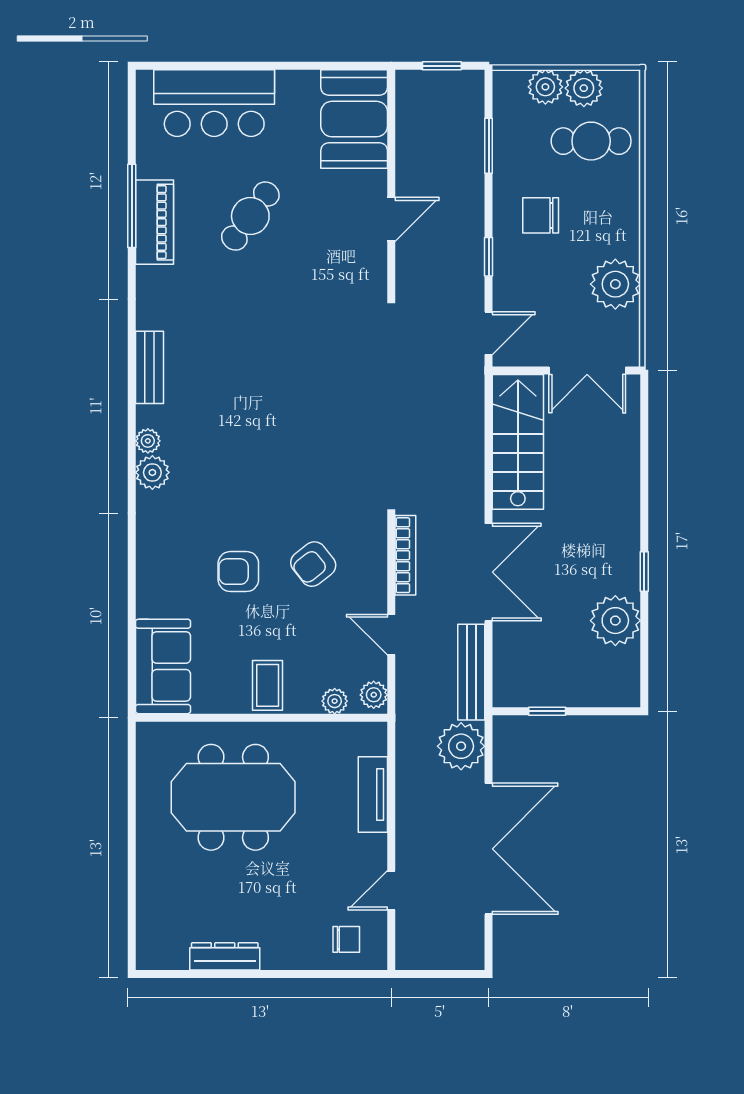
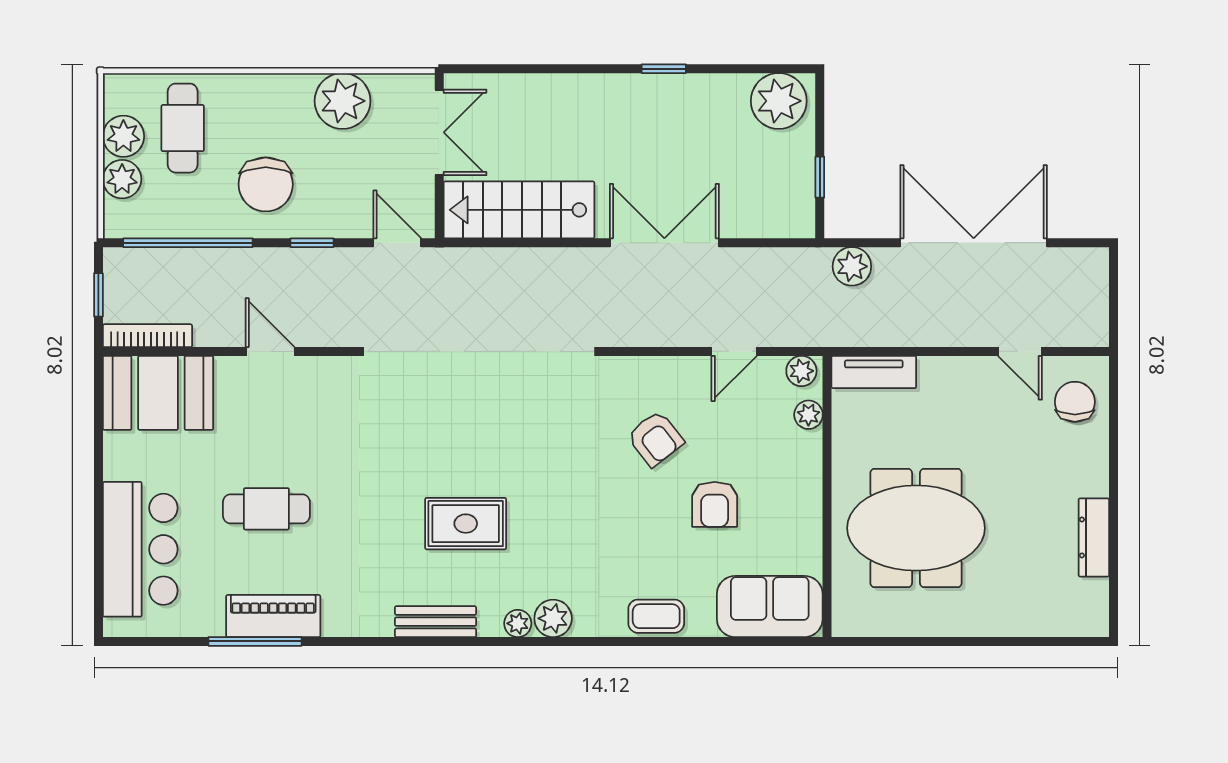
window: (489, 146) -> (188, 243), width x2.11
chair: (541, 215) -> (266, 184), width x1.37, depth x1.37
cafe table: (250, 216) -> (266, 509), turned -36
rug: (237, 394) -> (466, 524), added
bookcase: (405, 555) -> (147, 336), moved
armchair: (238, 572) -> (715, 504), moved
plant: (615, 621) -> (779, 101), moved
bench: (471, 672) -> (776, 262), removed
coffee table: (268, 685) -> (656, 616), moved
plant: (461, 746) -> (852, 266), width x0.73, depth x0.73
tv unit: (373, 794) -> (874, 372), moved
meeting table: (233, 797) -> (916, 528), turned 90
chair: (346, 939) -> (1075, 402), width x1.37, depth x1.37

